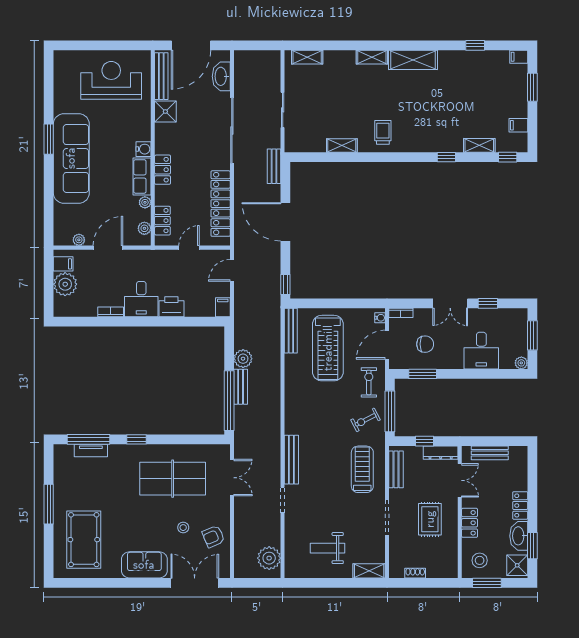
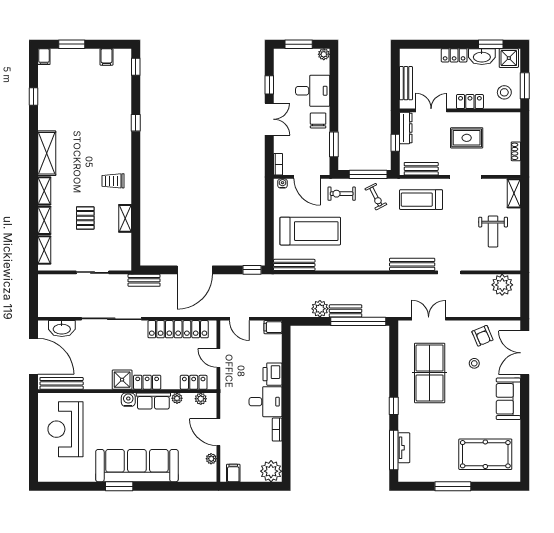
pallet: (342, 102) -> (85, 218), added
shower: (165, 111) -> (122, 380), moved
shelving: (479, 145) -> (44, 220), moved
plant: (65, 284) -> (271, 471), moved
chair: (425, 344) -> (318, 120), moved

